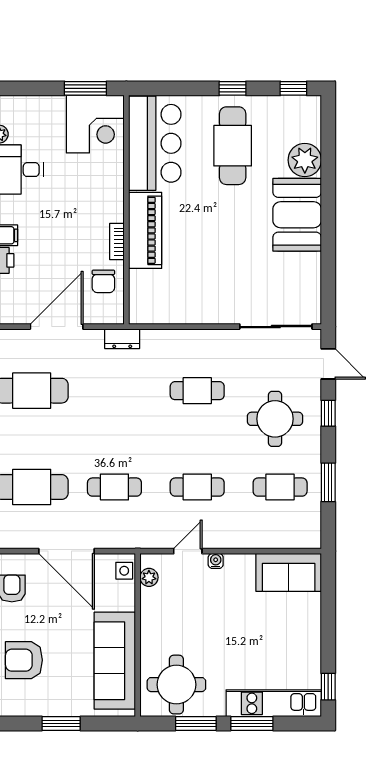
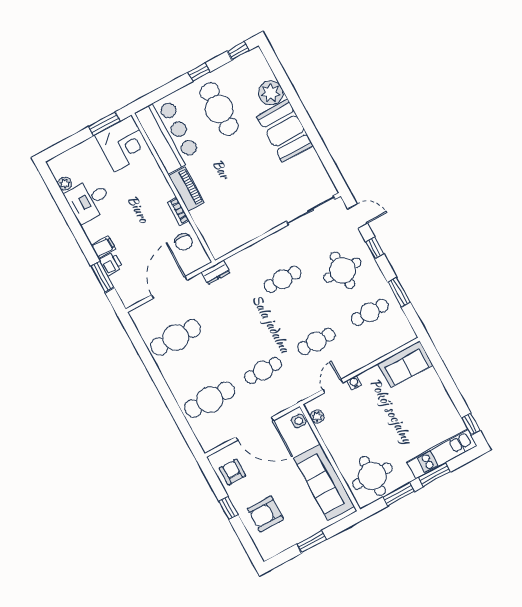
piano: (145, 230) -> (186, 189), width x0.73, depth x0.75

